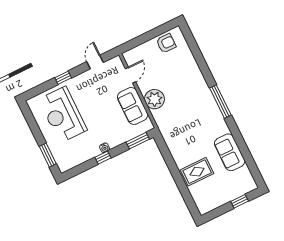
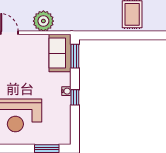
sofa: (133, 106) -> (60, 53), moved, turned 90

